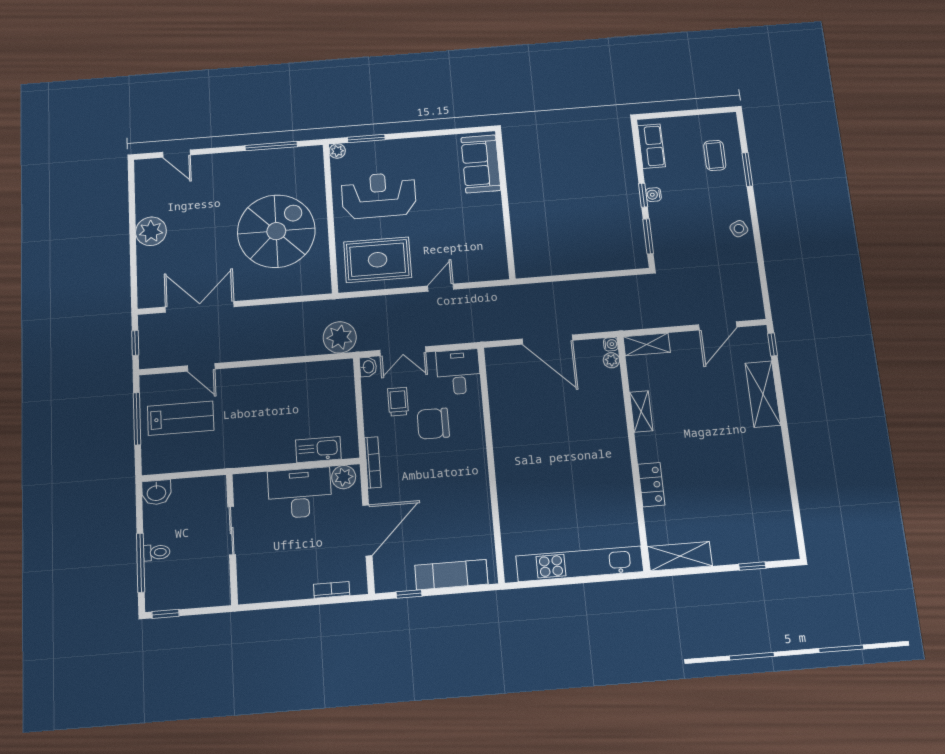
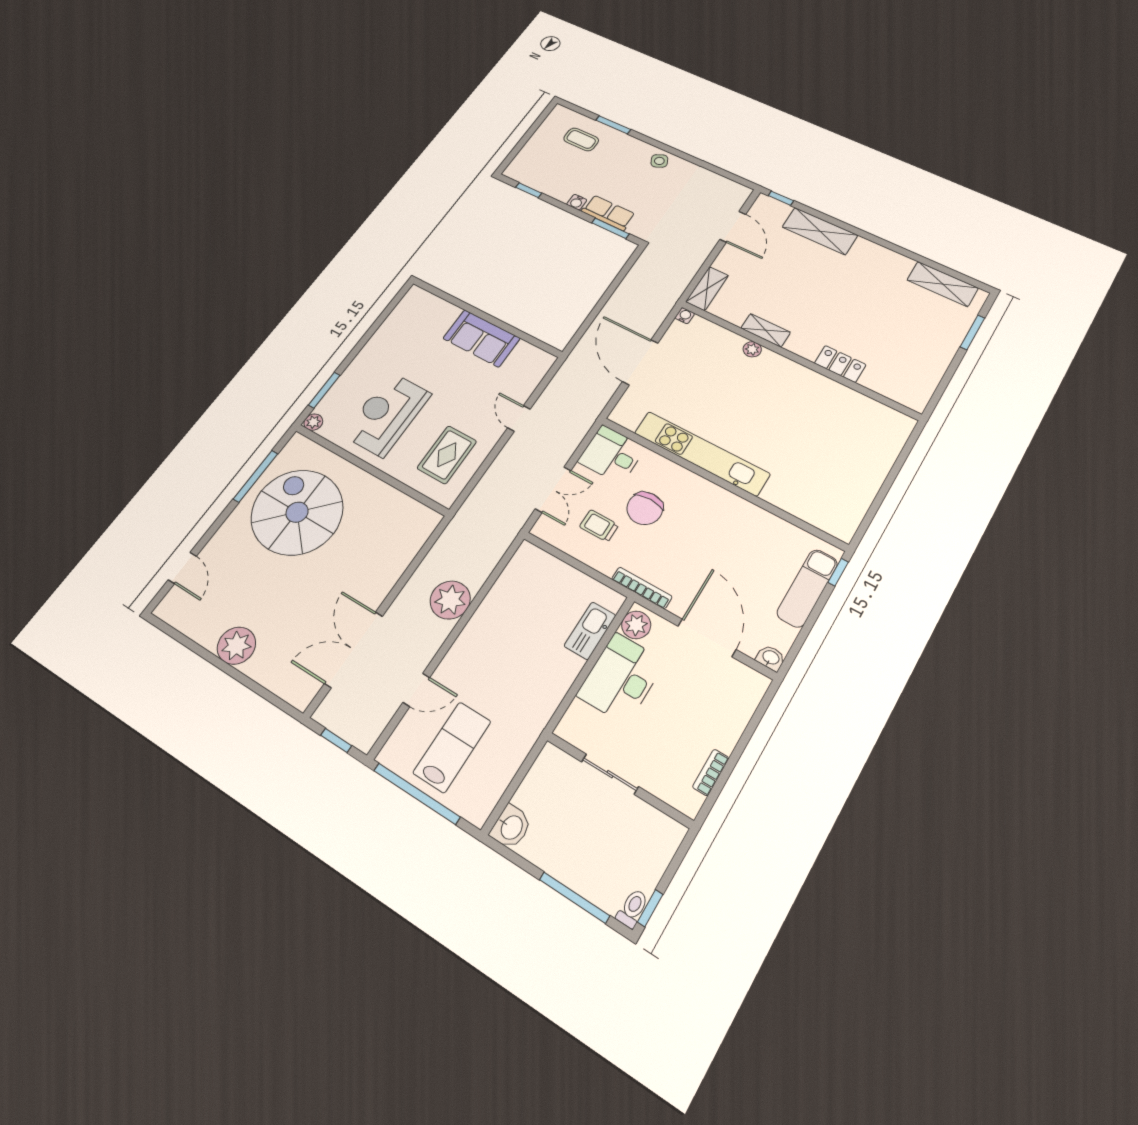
row of seats: (651, 146) -> (608, 213), moved
door: (177, 154) -> (182, 568), hinge flipped
sofa: (481, 164) -> (482, 338), moved
window: (643, 195) -> (529, 190), moved
spiral stairs: (276, 231) -> (297, 512), moved
rug: (378, 260) -> (447, 455), width x0.73, depth x0.70
plant: (340, 337) -> (450, 600), moved
door: (547, 340) -> (640, 362), swing flipped
plant: (611, 360) -> (752, 349), moved
washbasin: (368, 367) -> (771, 658), moved
window: (137, 419) -> (417, 794), width x1.46
toilet: (157, 552) -> (632, 908), moved
shelving: (680, 556) -> (943, 284), moved, turned 90
kitchen unit: (580, 564) -> (702, 453), moved, turned 90
window: (752, 566) -> (972, 332), width x1.50
bookcase: (332, 590) -> (711, 772), moved
window: (409, 594) -> (838, 572), moved

